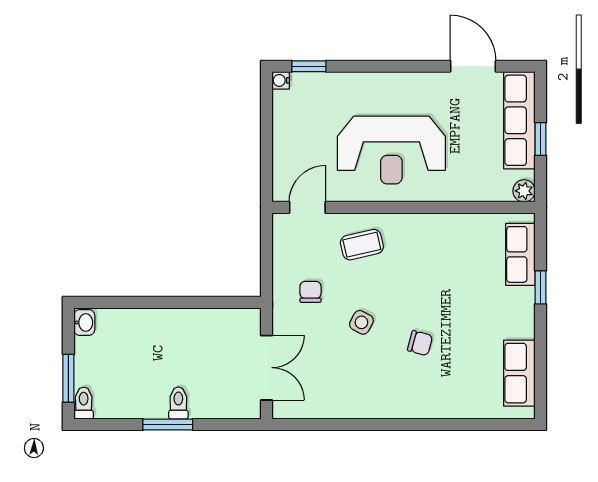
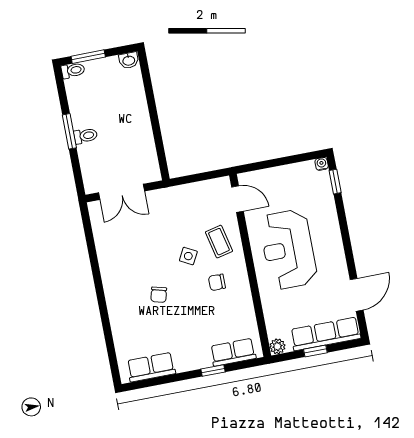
chair: (310, 292) -> (217, 282), moved, turned 180
side table: (361, 322) -> (188, 256), moved

